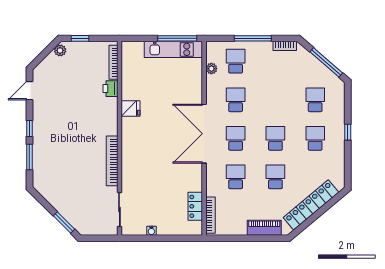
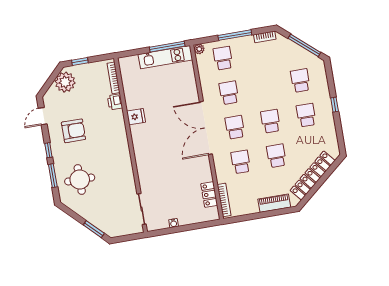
plant: (60, 50) -> (65, 82), width x1.88, depth x1.88
plant: (211, 69) -> (199, 49), moved
armchair: (60, 112) -> (73, 131), added
bookcase: (112, 161) -> (128, 166), removed
round table: (58, 166) -> (80, 180), added

